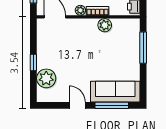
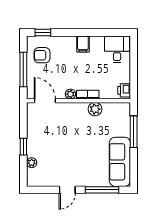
plant: (46, 78) -> (32, 163), width x0.53, depth x0.53
sofa: (115, 92) -> (120, 162), moved, turned -90
door: (77, 105) -> (67, 190), swing flipped

